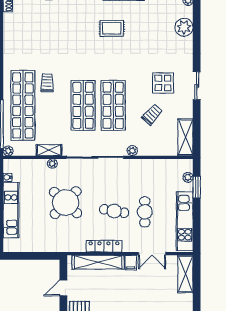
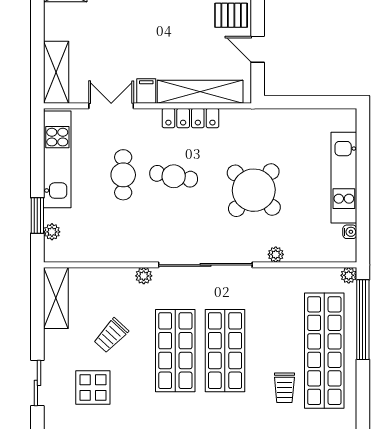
shelving: (49, 150) -> (281, 277), removed
door: (63, 288) -> (258, 49), swing flipped

